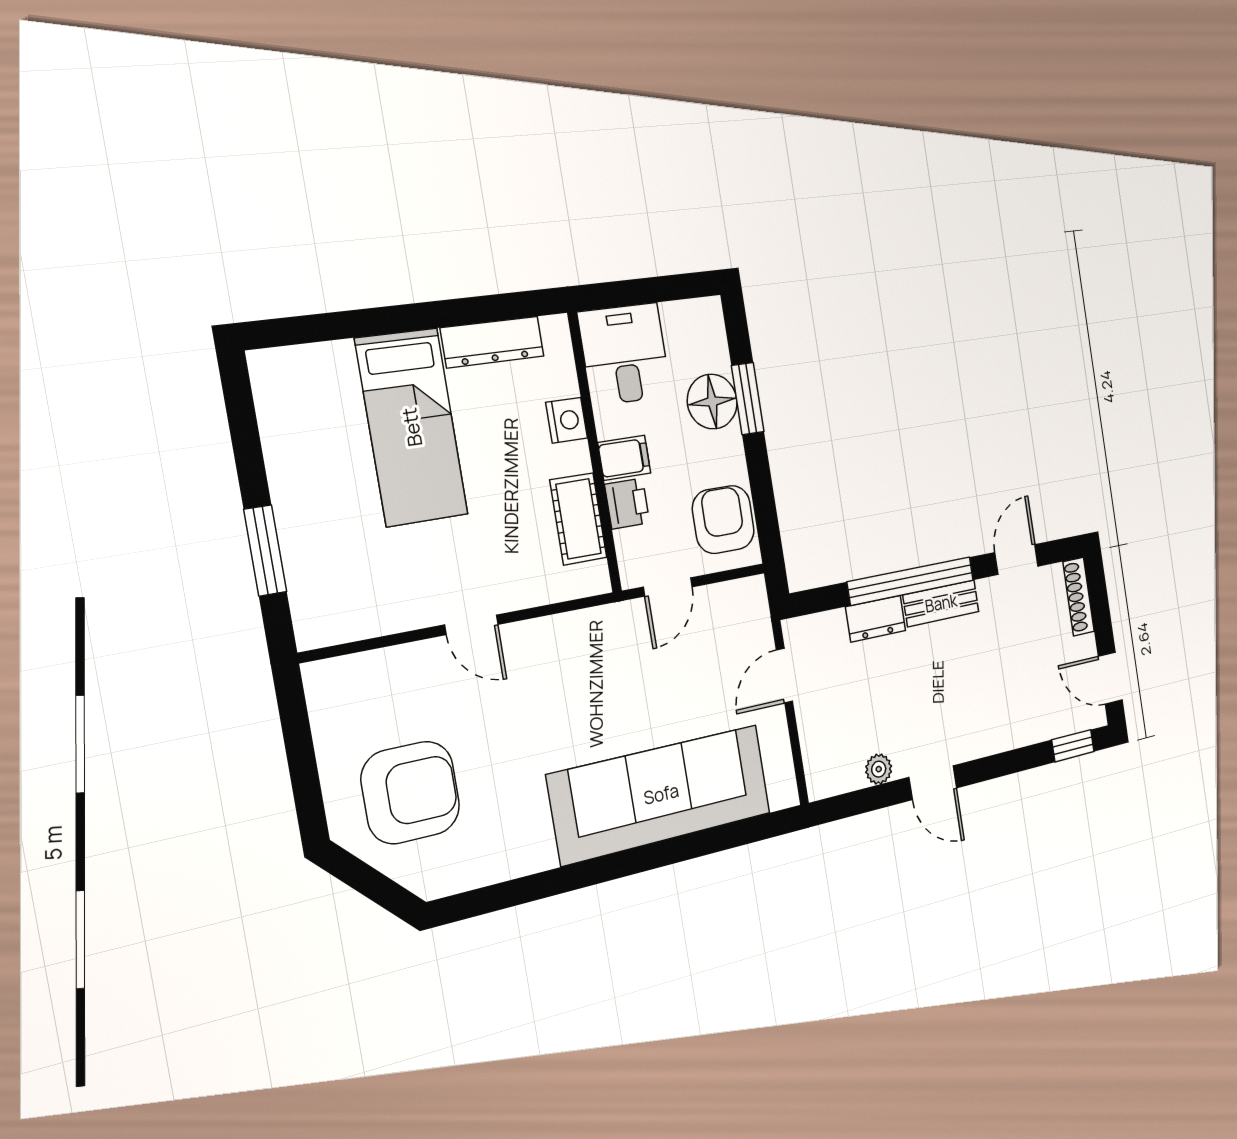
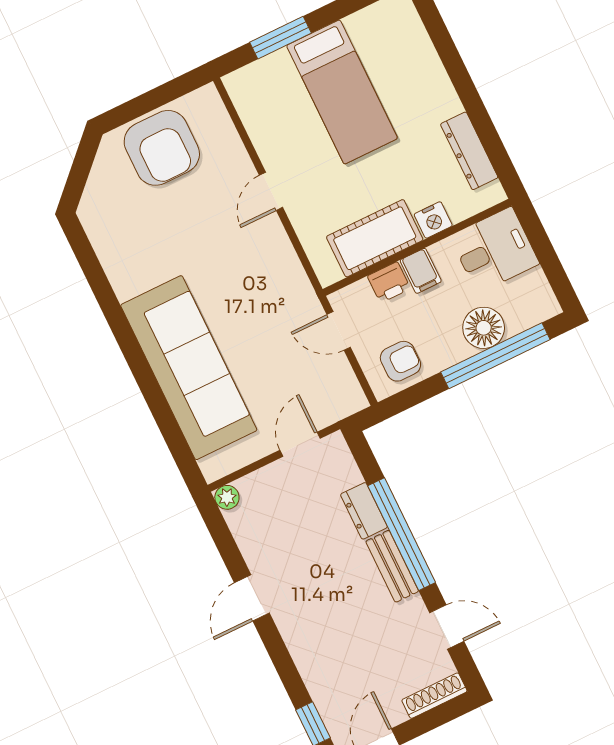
window: (748, 399) -> (495, 356), width x2.11
bed: (412, 427) -> (342, 92), moved, turned -90
cot: (578, 519) -> (375, 238), width x1.37, depth x1.34
armchair: (723, 519) -> (400, 361), width x0.72, depth x0.72
door: (784, 676) -> (300, 444), hinge flipped
plant: (879, 769) -> (227, 497), moved
armchair: (411, 793) -> (162, 148), moved

